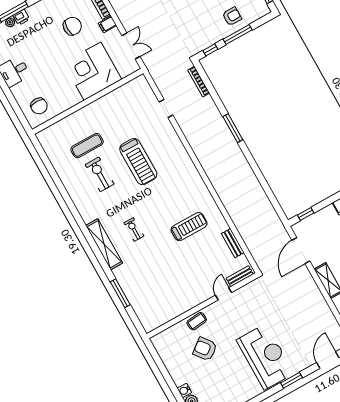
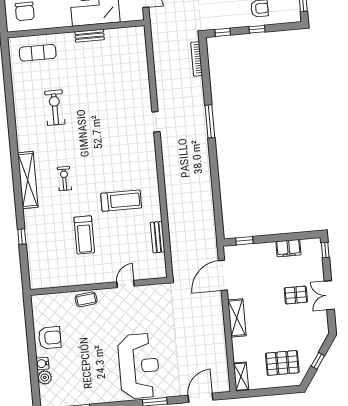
window: (238, 35) -> (257, 29), width x0.46
doorway: (166, 108) -> (156, 122), moved
exercise mat: (87, 146) -> (38, 53), moved
treadmill: (138, 162) -> (84, 235), moved, width x0.73, depth x0.73
bench: (240, 276) -> (90, 36), moved
window: (120, 293) -> (22, 237), width x0.46
armchair: (205, 349) -> (50, 338), moved, turned 128

